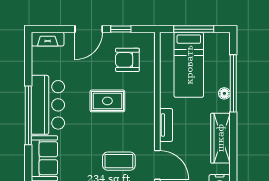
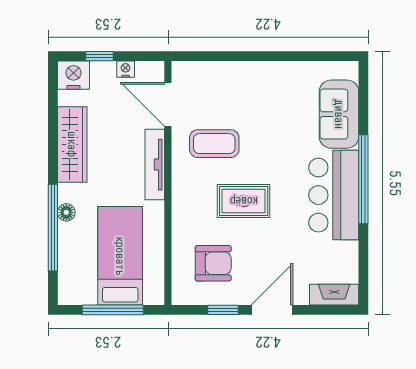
tv unit: (166, 125) -> (155, 165), width x1.41
coffee table: (119, 161) -> (214, 144), moved

